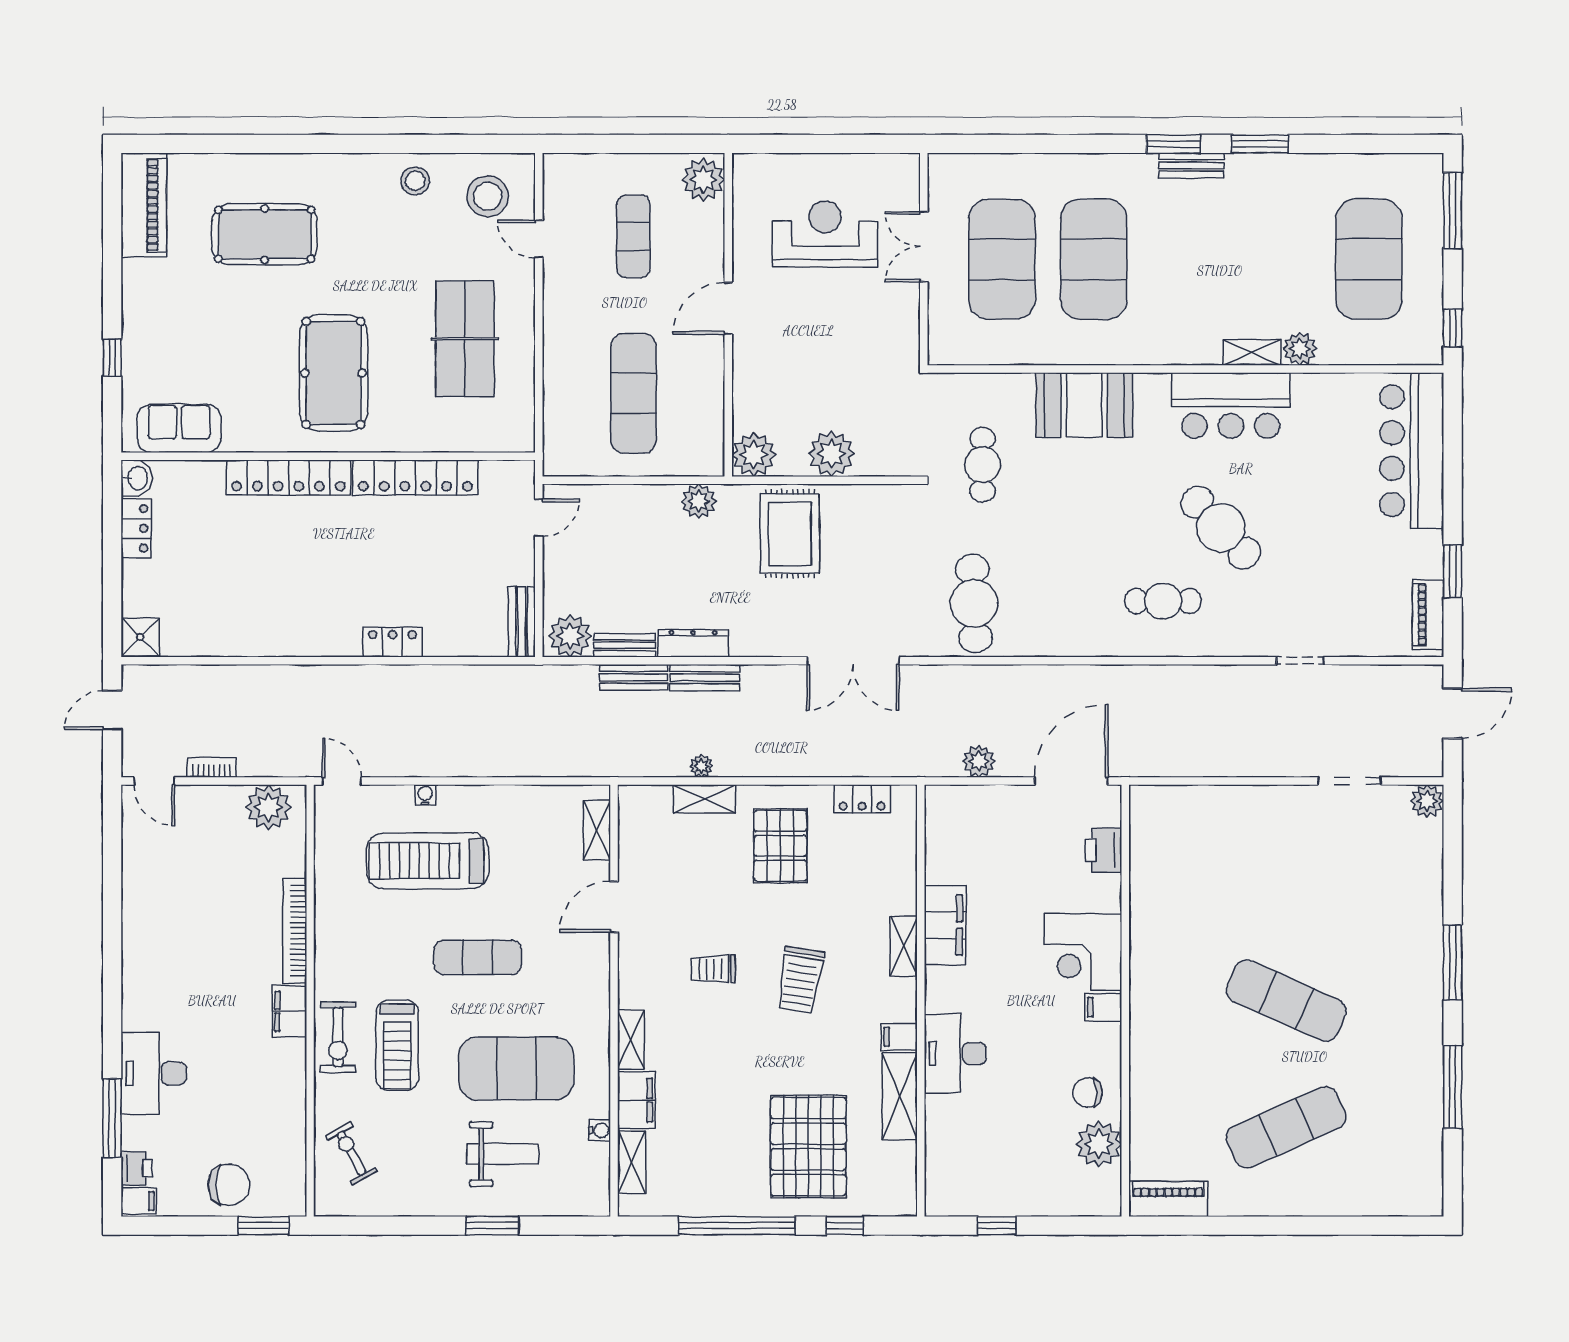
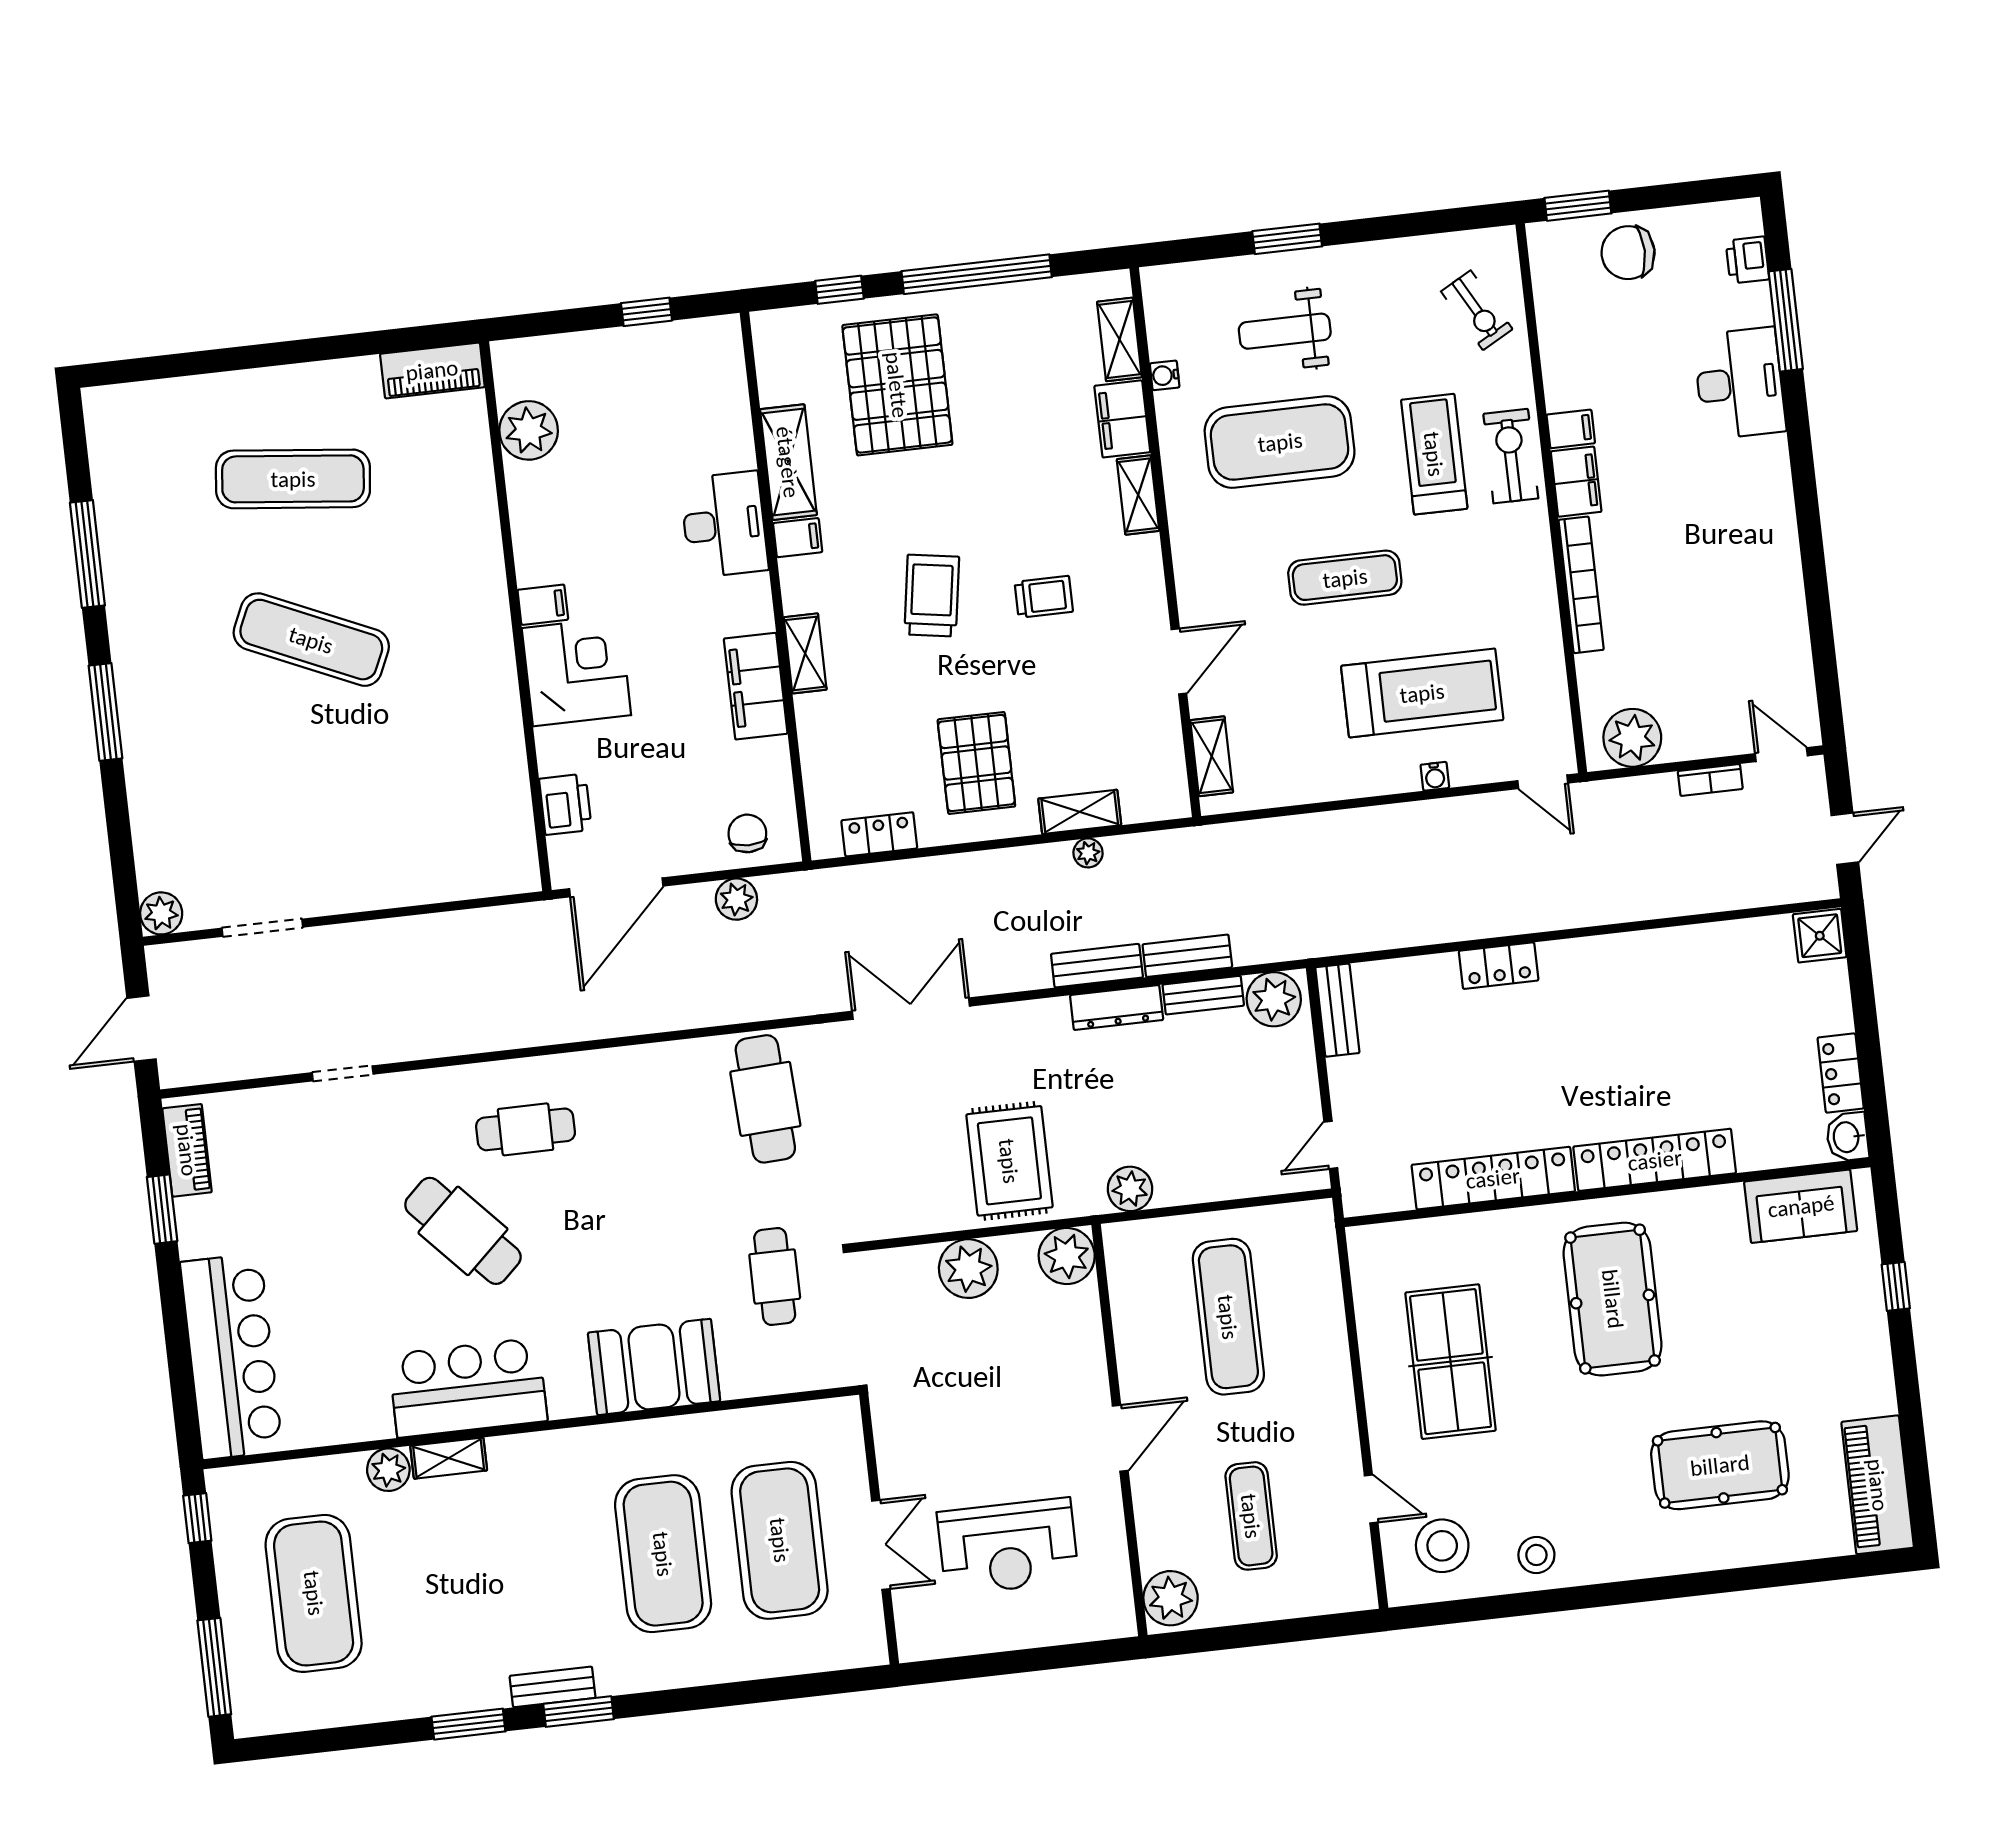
chair: (1087, 1093) -> (747, 833), moved, turned -90
exercise mat: (1286, 1127) -> (293, 479), turned 30
filing cabinet: (139, 1201) -> (1571, 429), moved, turned 180

